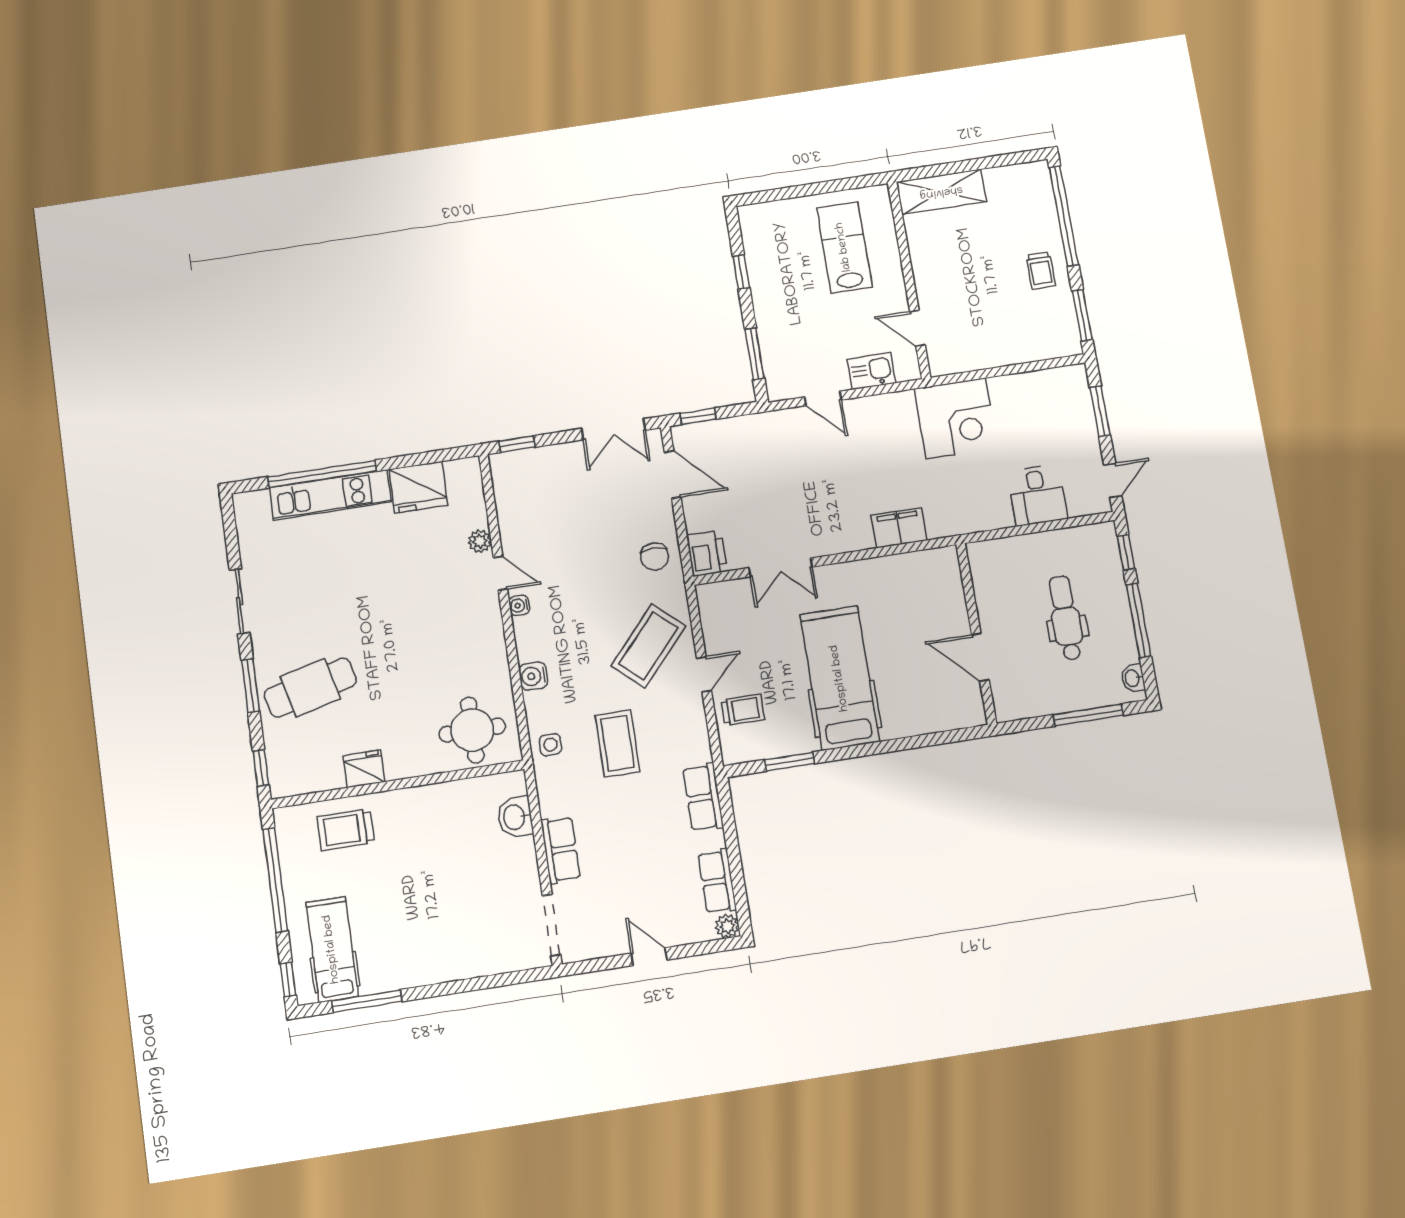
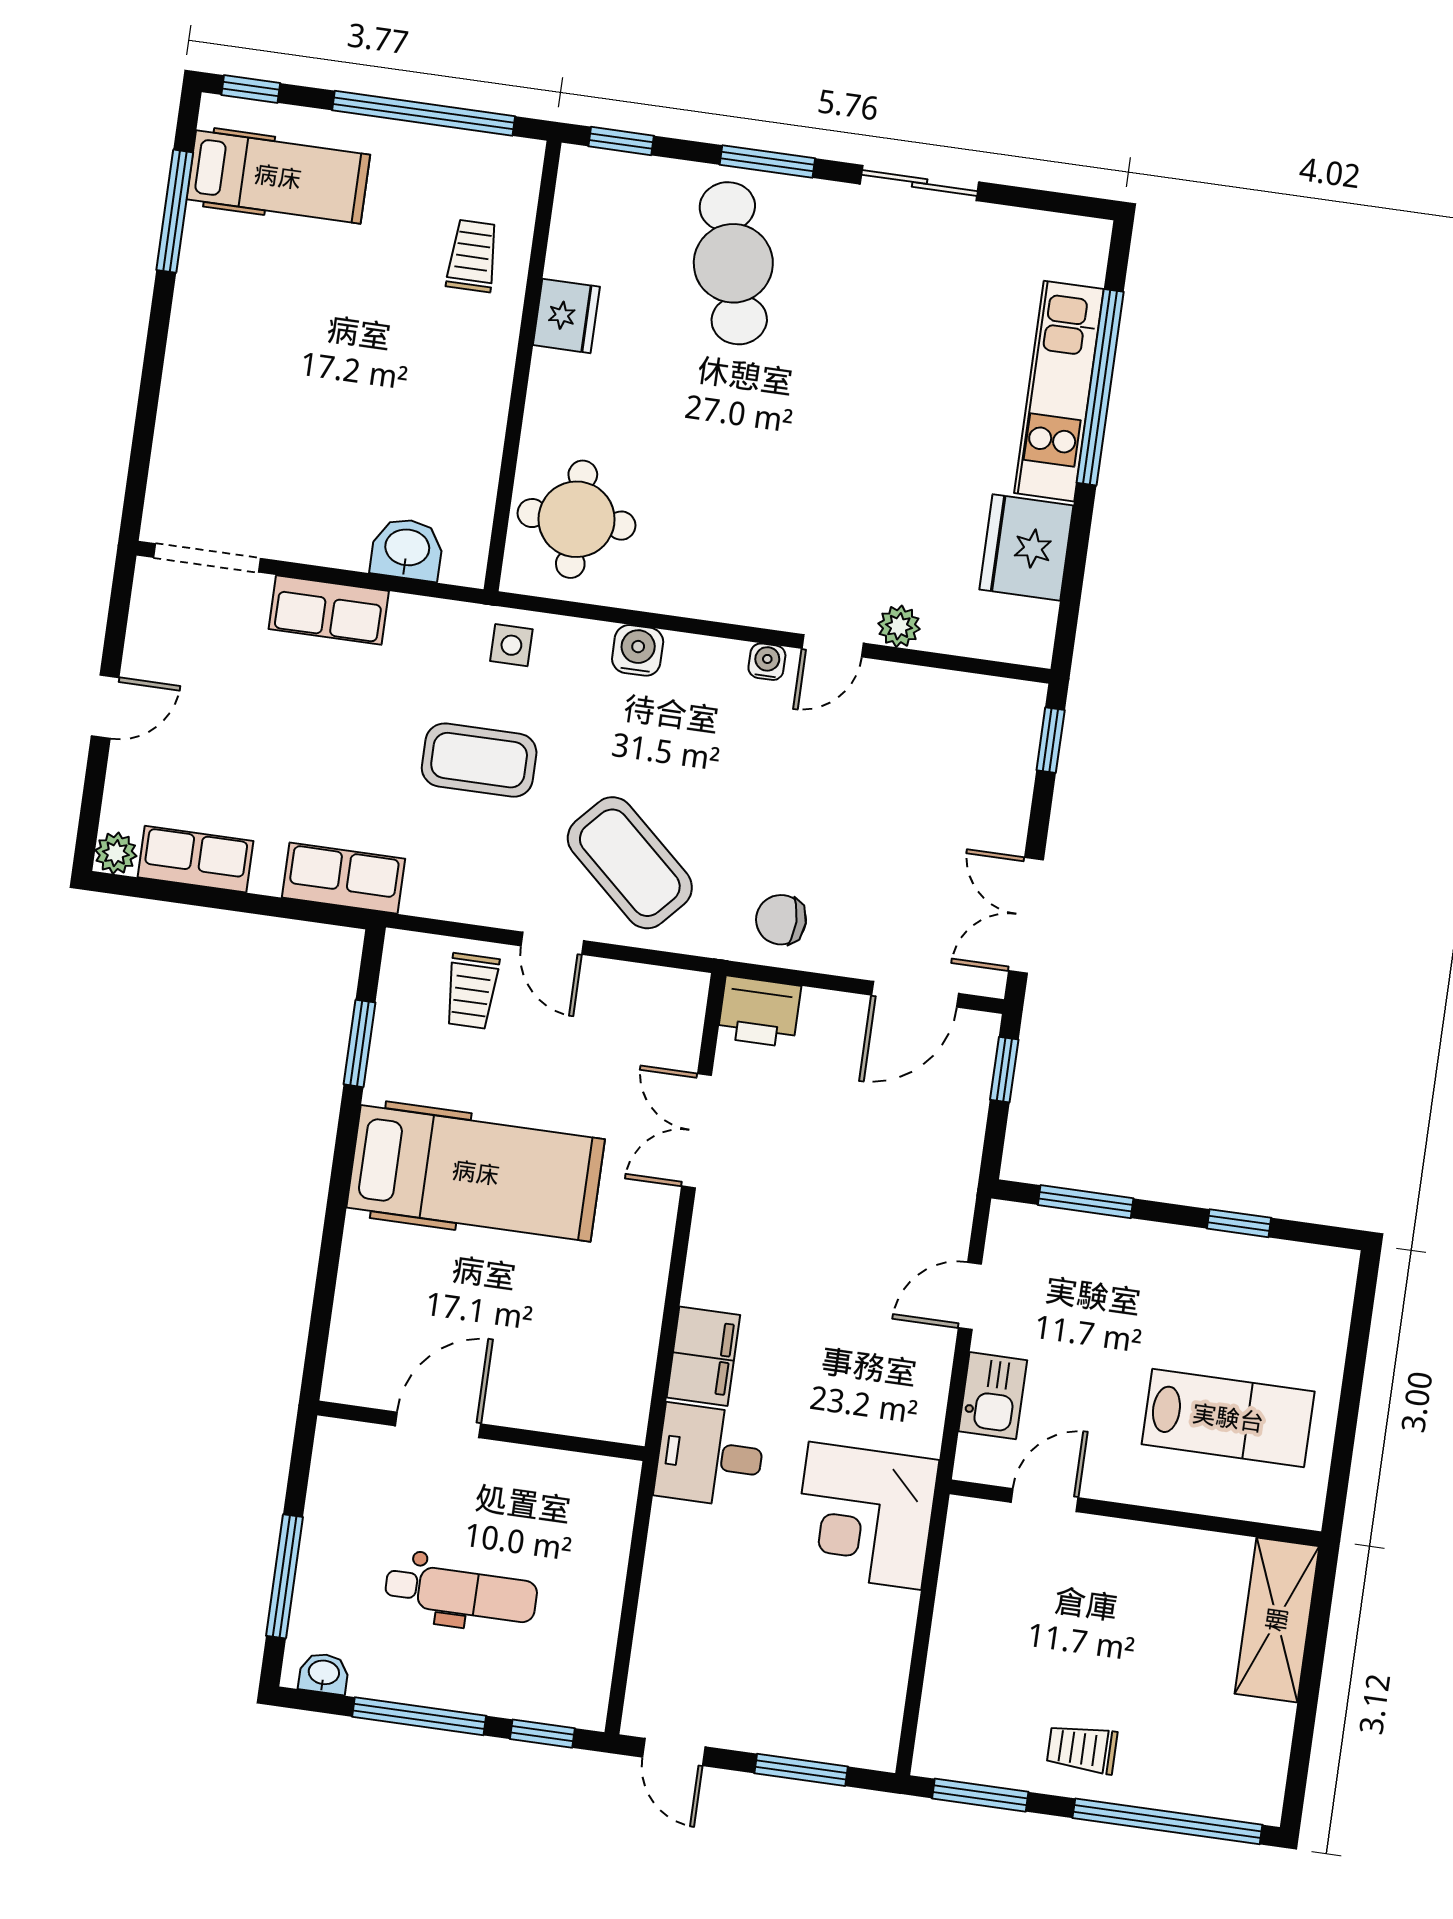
desk: (1037, 495) -> (710, 1456), moved
trolley: (346, 830) -> (473, 256), width x0.73, depth x0.72

